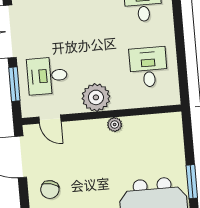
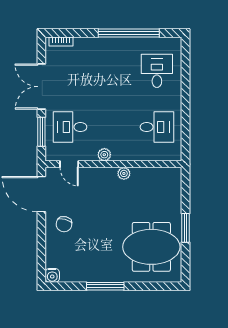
desk: (148, 67) -> (157, 127), turned 90
plant: (96, 97) -> (104, 155), width x0.53, depth x0.53

